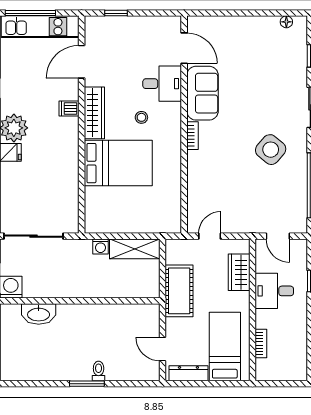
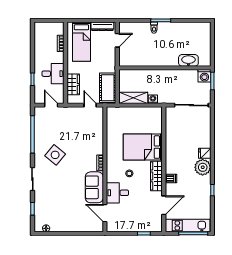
door: (210, 236) -> (90, 105), swing flipped
cot: (179, 291) -> (108, 88), moved
door: (163, 349) -> (117, 40), hinge flipped

